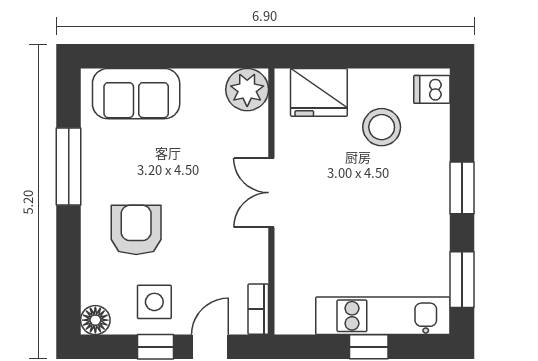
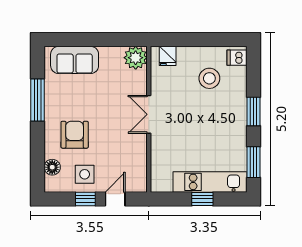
fridge: (319, 92) -> (168, 56), width x0.53, depth x0.75
bookcase: (258, 309) -> (142, 178), removed
floor lamp: (95, 320) -> (52, 167), moved

